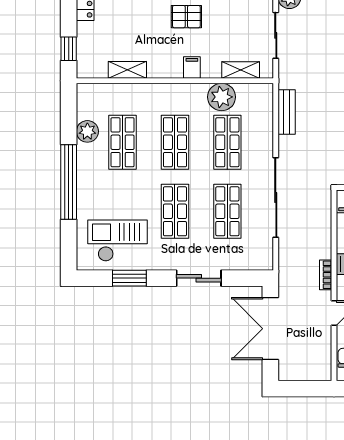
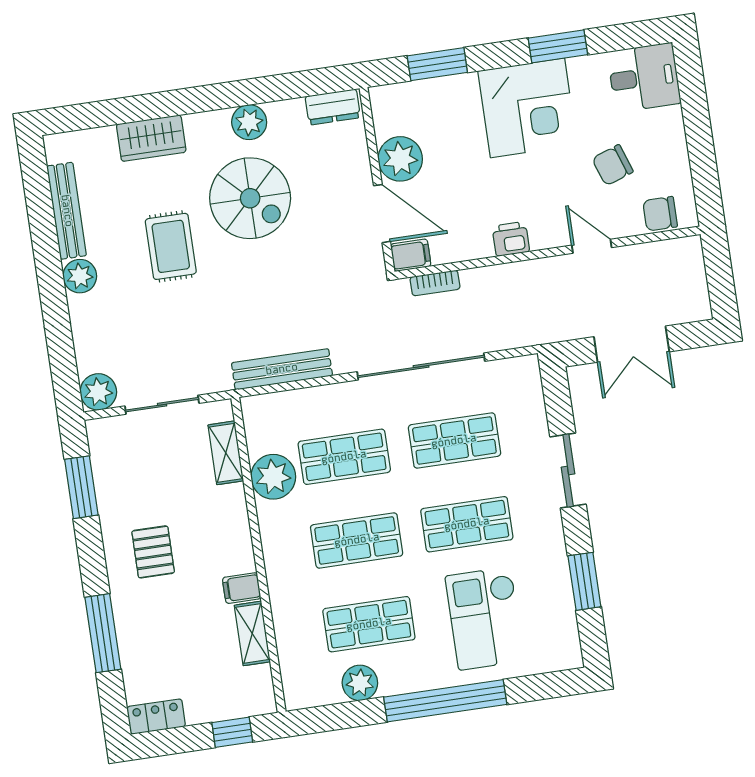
filing cabinet: (192, 68) -> (242, 588), moved
bench: (287, 112) -> (282, 369), width x1.36
checkout: (118, 241) -> (485, 618), moved
bookcase: (326, 275) -> (435, 283), moved
double door: (270, 329) -> (632, 344), width x0.73

